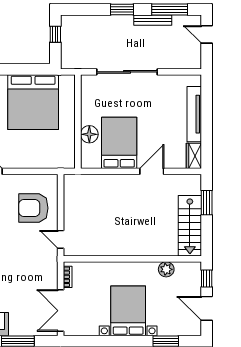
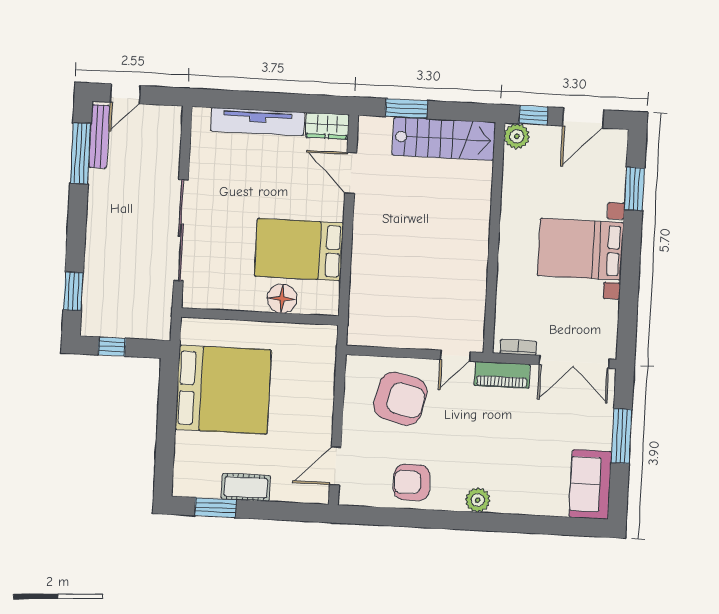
window: (122, 10) -> (73, 291), moved
bench: (153, 20) -> (99, 136), moved
door: (152, 171) -> (351, 173), moved
armchair: (33, 208) -> (400, 399), turned -76
piano: (51, 268) -> (502, 375), added
plant: (166, 269) -> (517, 136), moved

